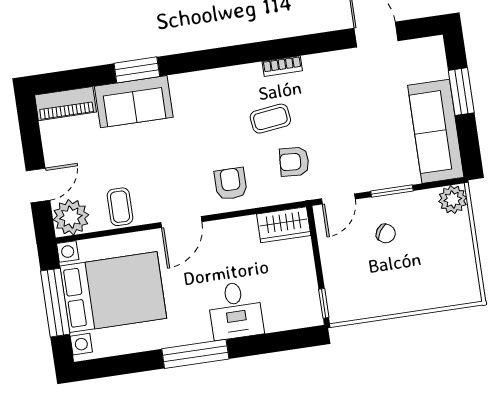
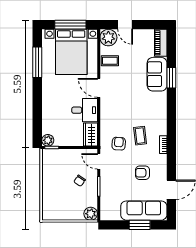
sofa: (436, 131) -> (144, 211), moved
armchair: (231, 184) -> (142, 173), moved, turned 180
desk: (235, 310) -> (85, 110), moved, turned 180
plant: (309, 314) -> (48, 140), added
window: (195, 354) -> (37, 62), moved

